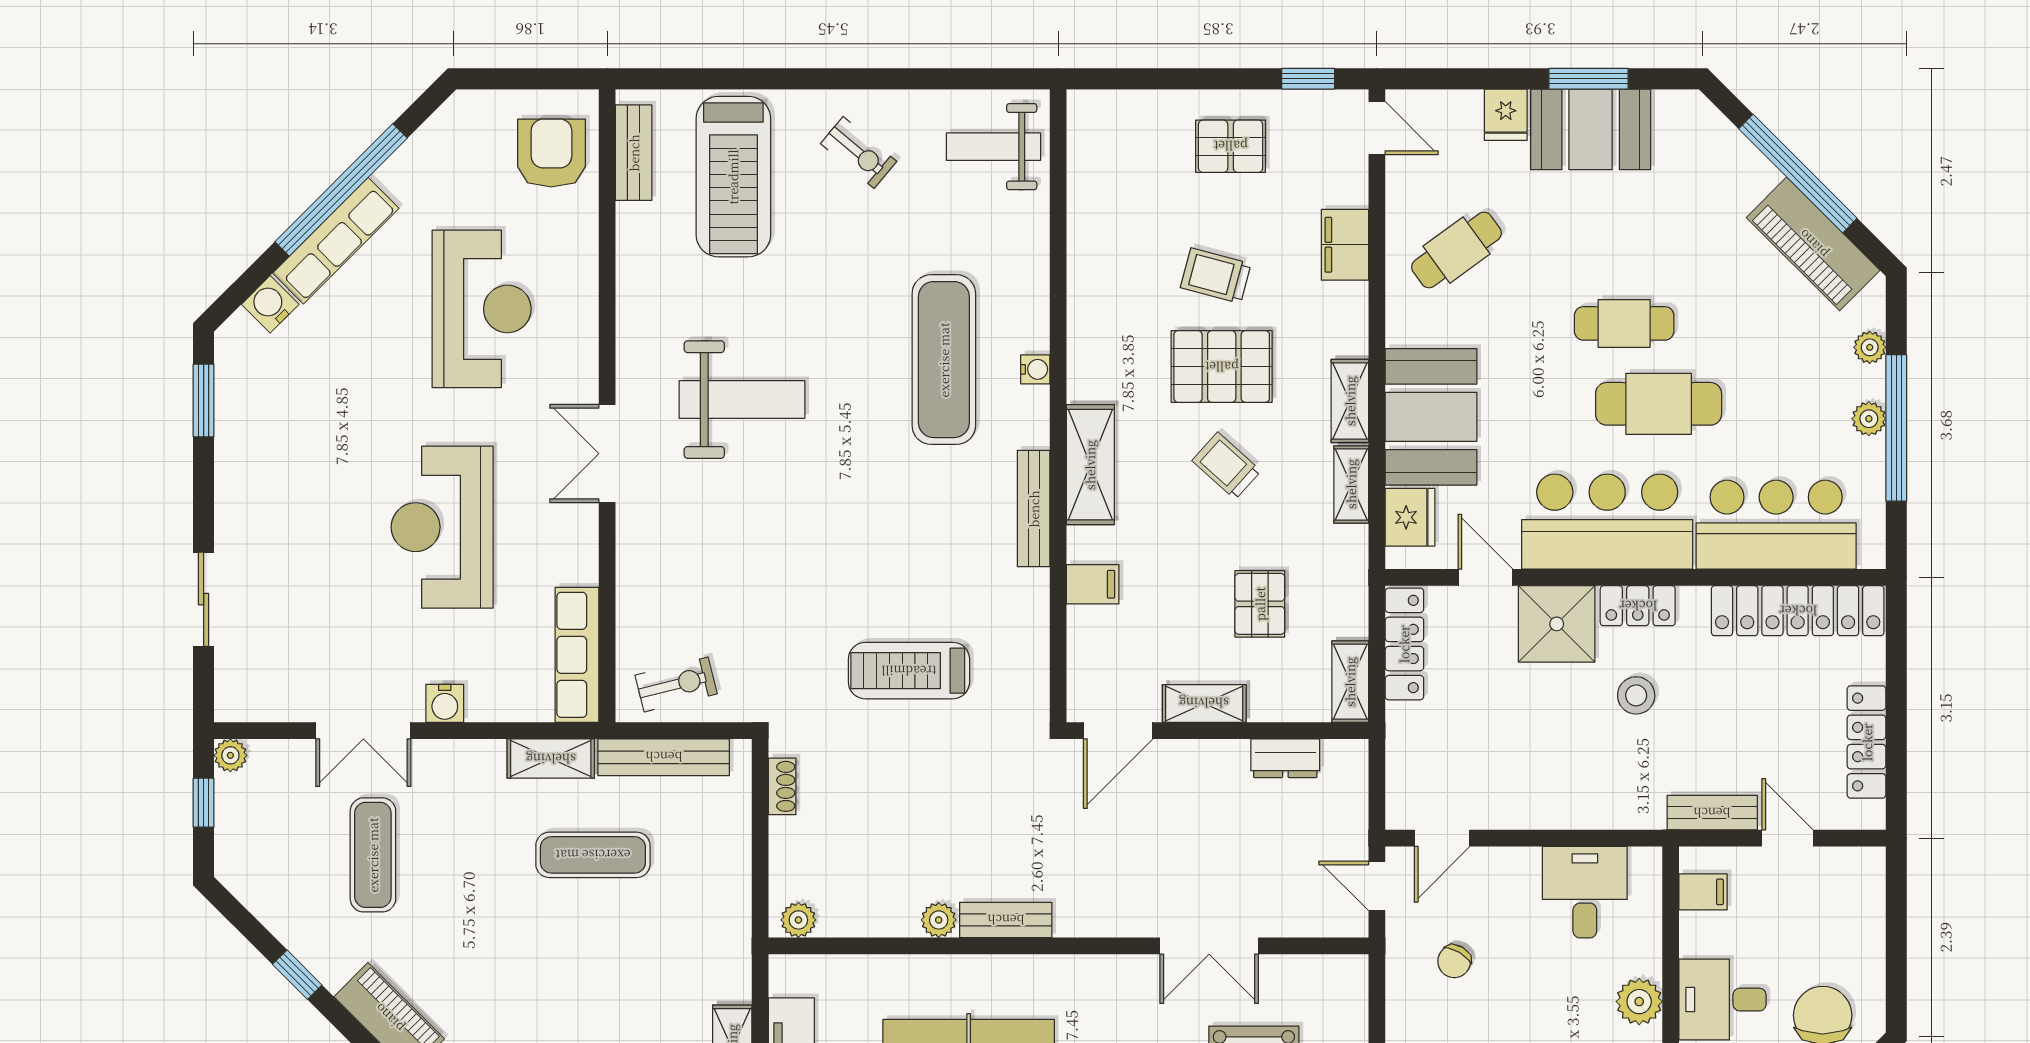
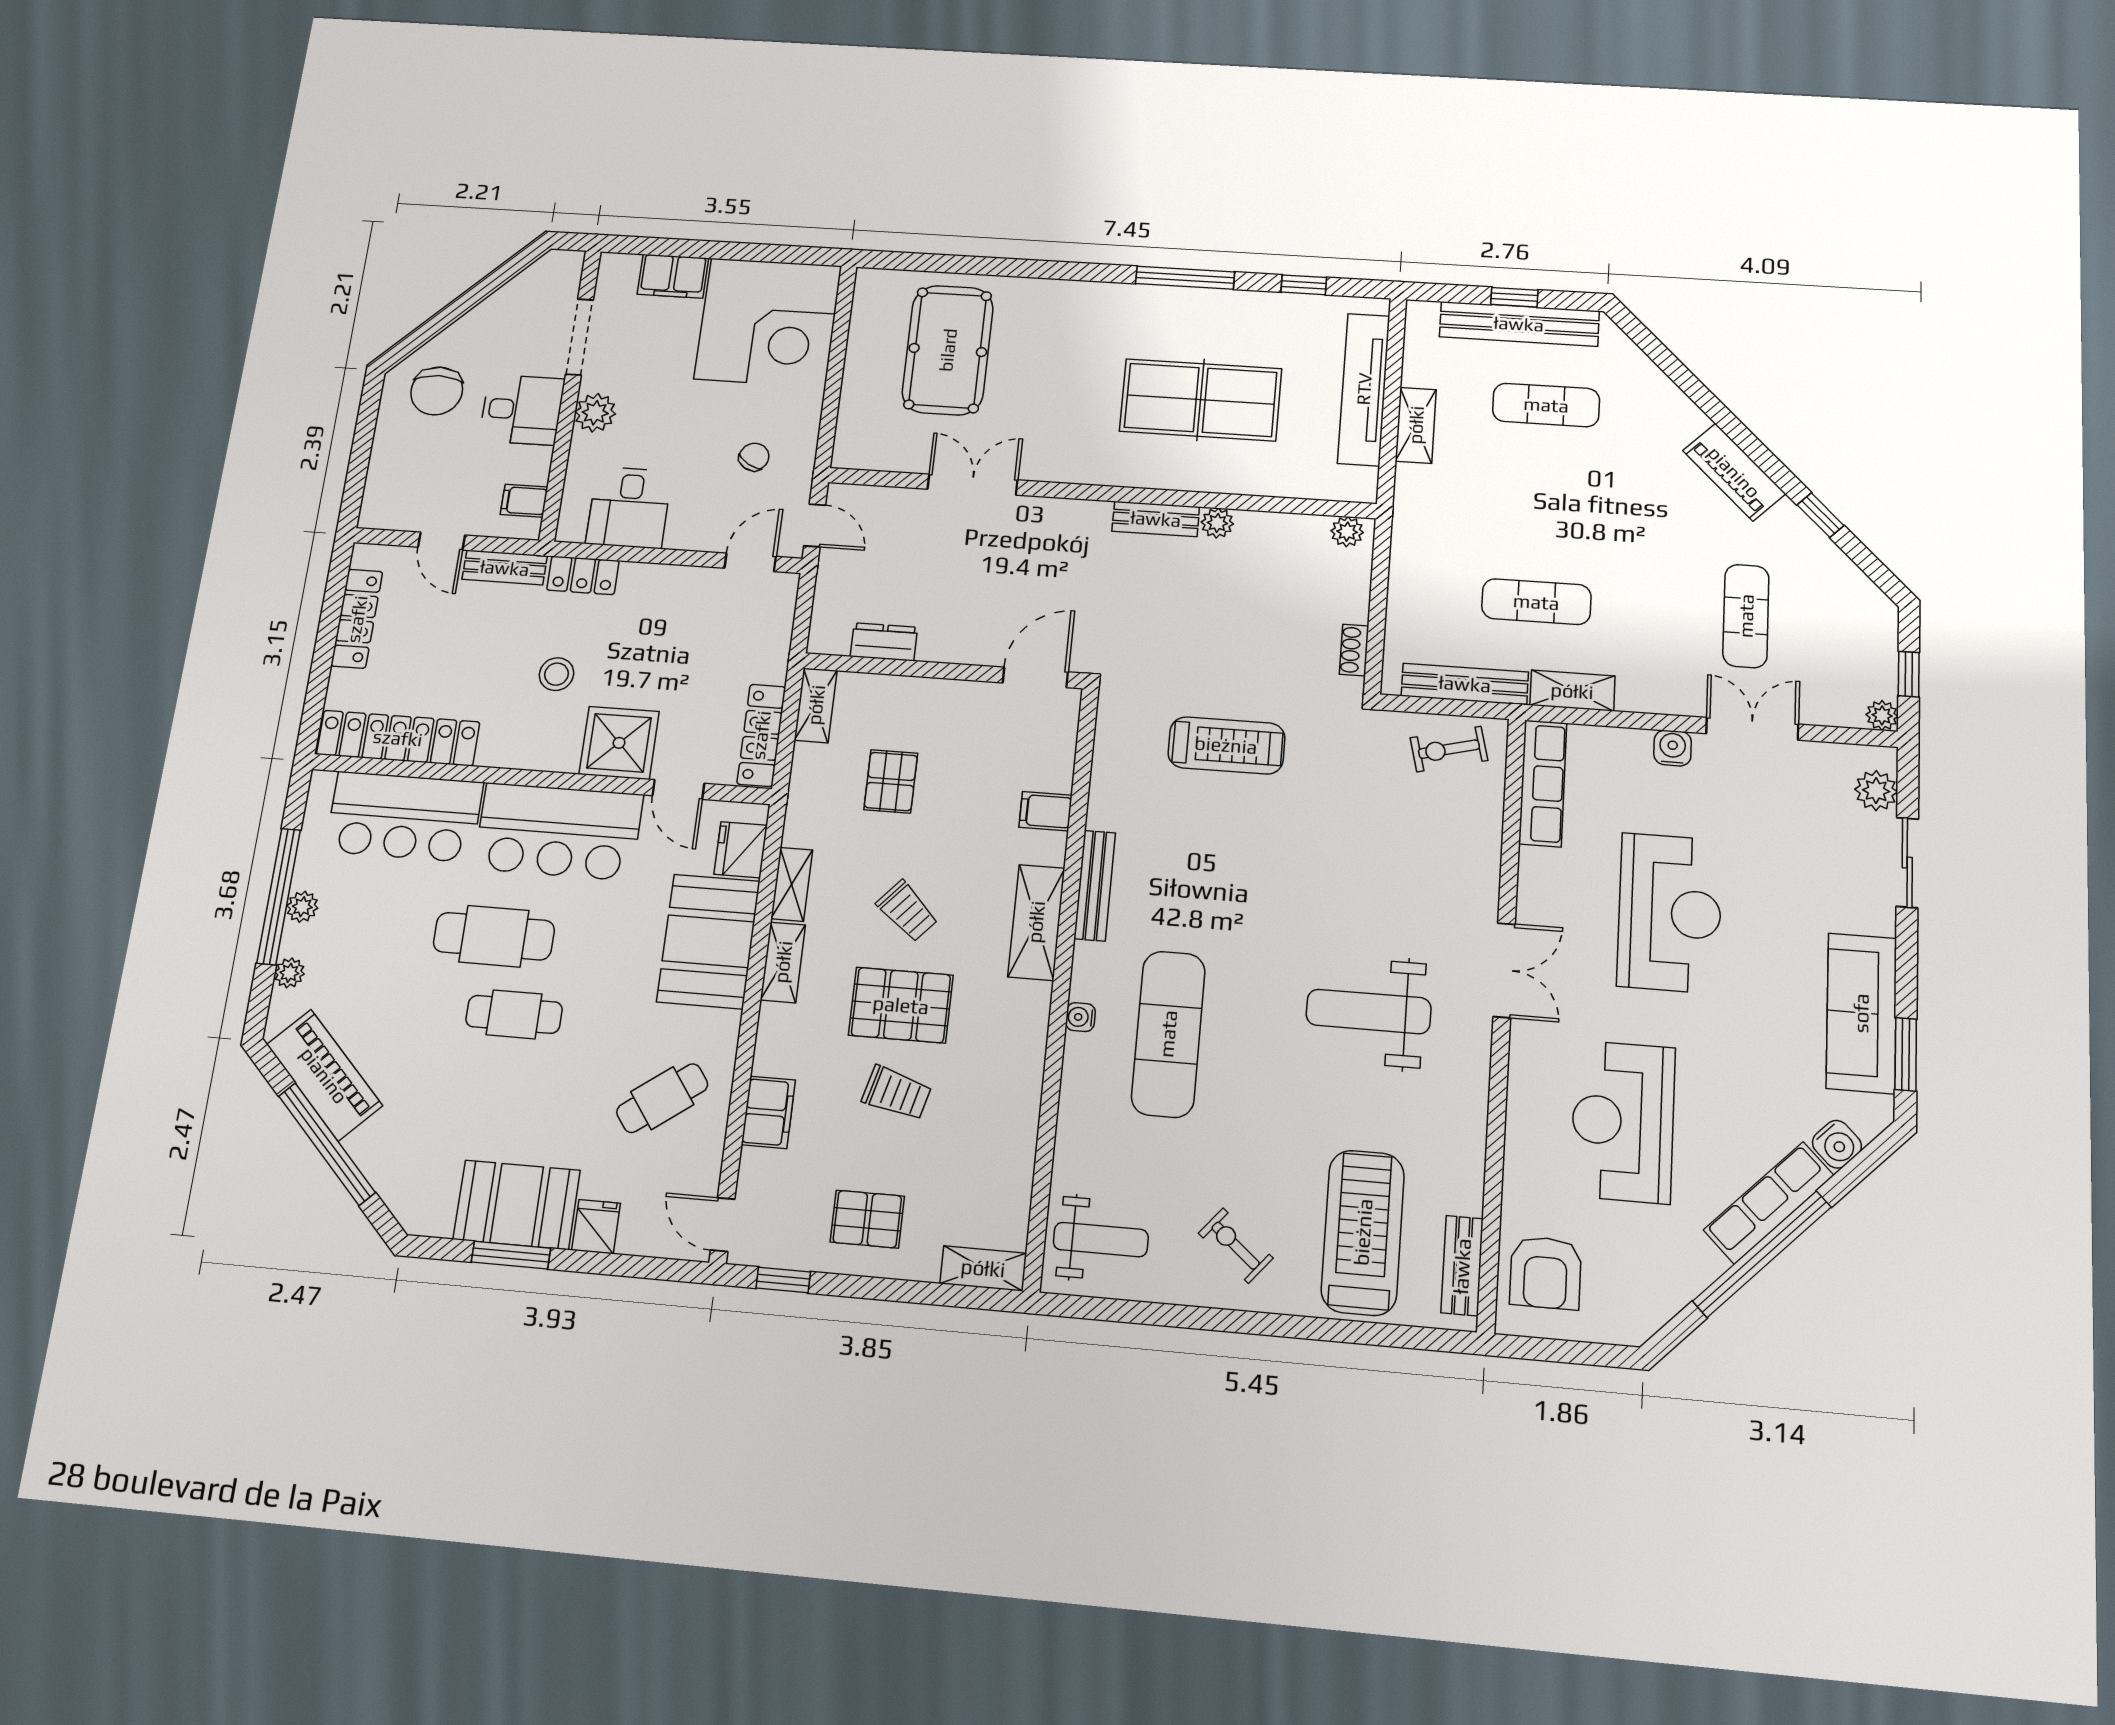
sofa: (248, 439) -> (1861, 1013), added
locker: (1638, 606) -> (583, 575), moved, turned 180
plant: (236, 673) -> (1876, 791), added
shelving: (1204, 703) -> (983, 1268), moved

